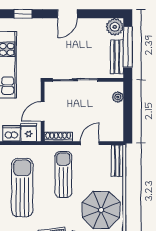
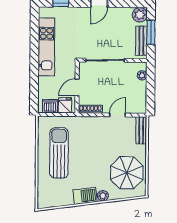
window: (128, 47) -> (151, 32), width x0.69
sun lounger: (63, 175) -> (95, 142), removed

